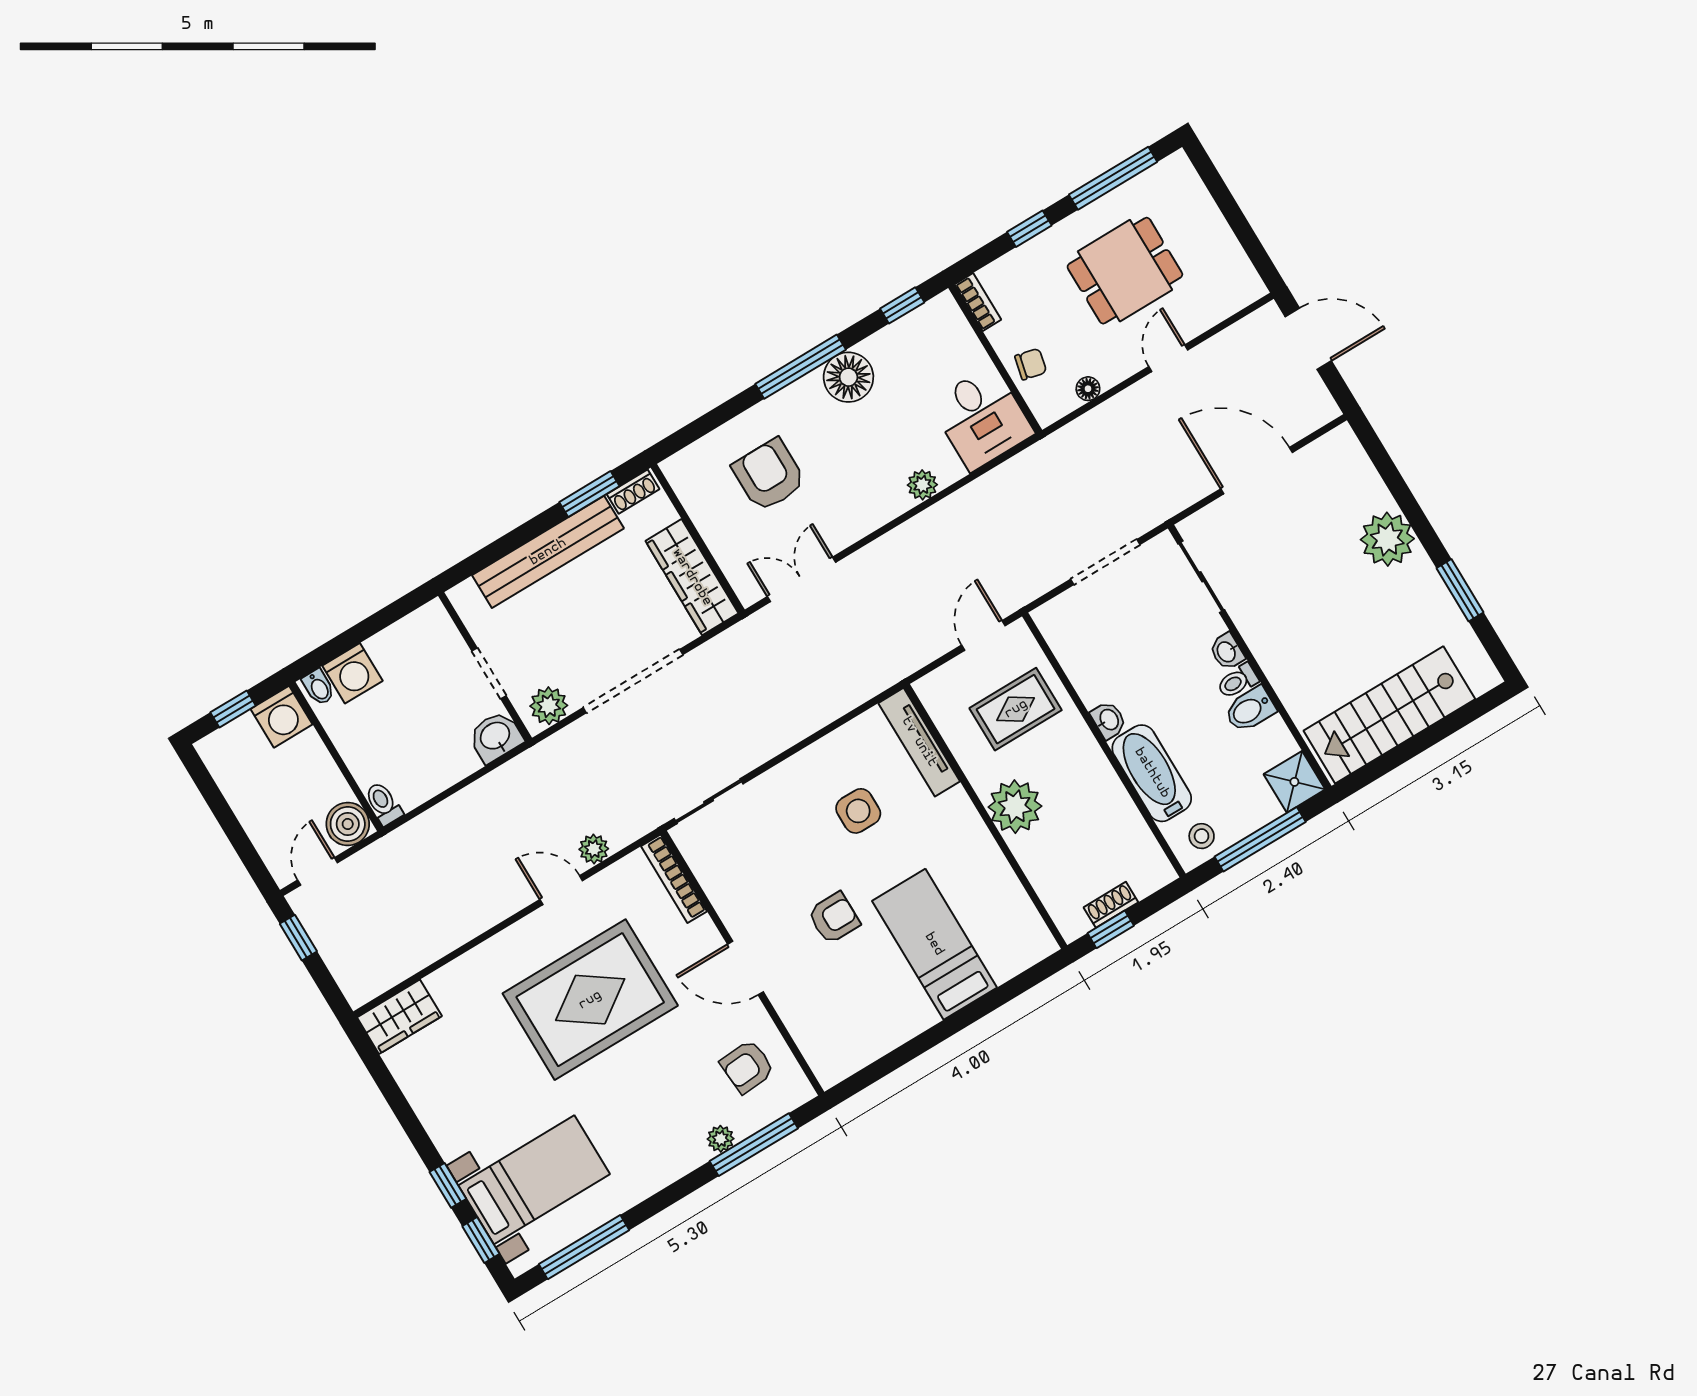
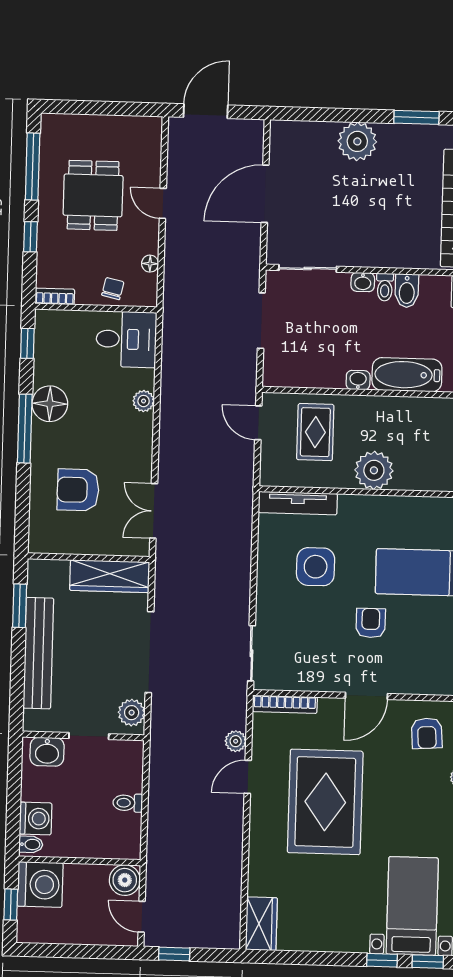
shoe rack: (633, 492) -> (35, 578), removed
washing machine: (281, 717) -> (40, 884), width x1.37, depth x1.37
washbasin: (496, 737) -> (47, 752), moved, turned -90
toilet: (383, 804) -> (128, 803), moved
side table: (858, 811) -> (316, 567), width x1.37, depth x1.37

